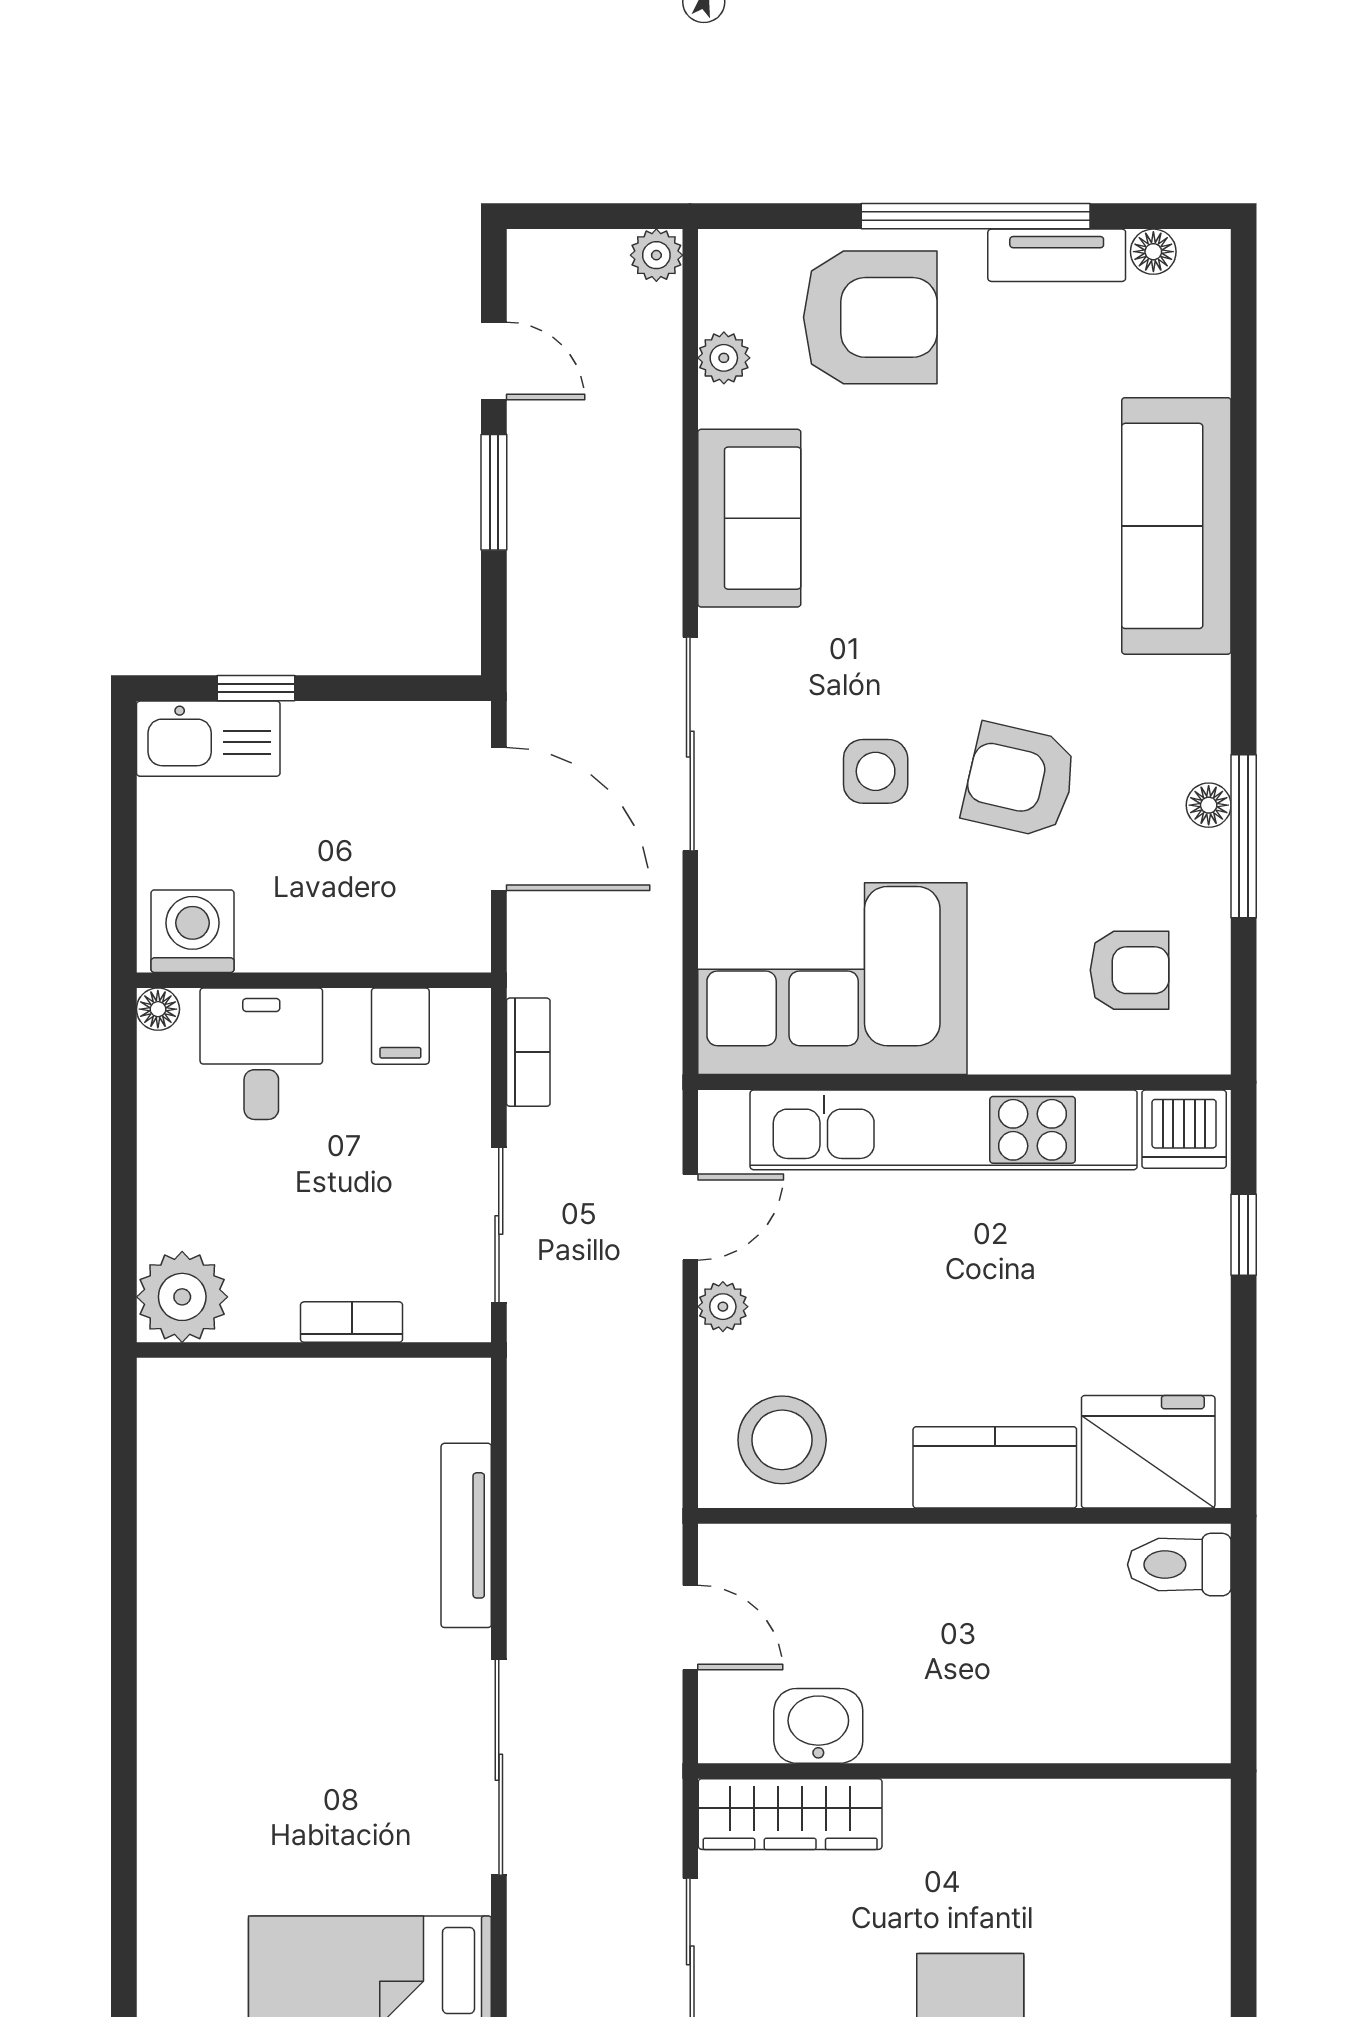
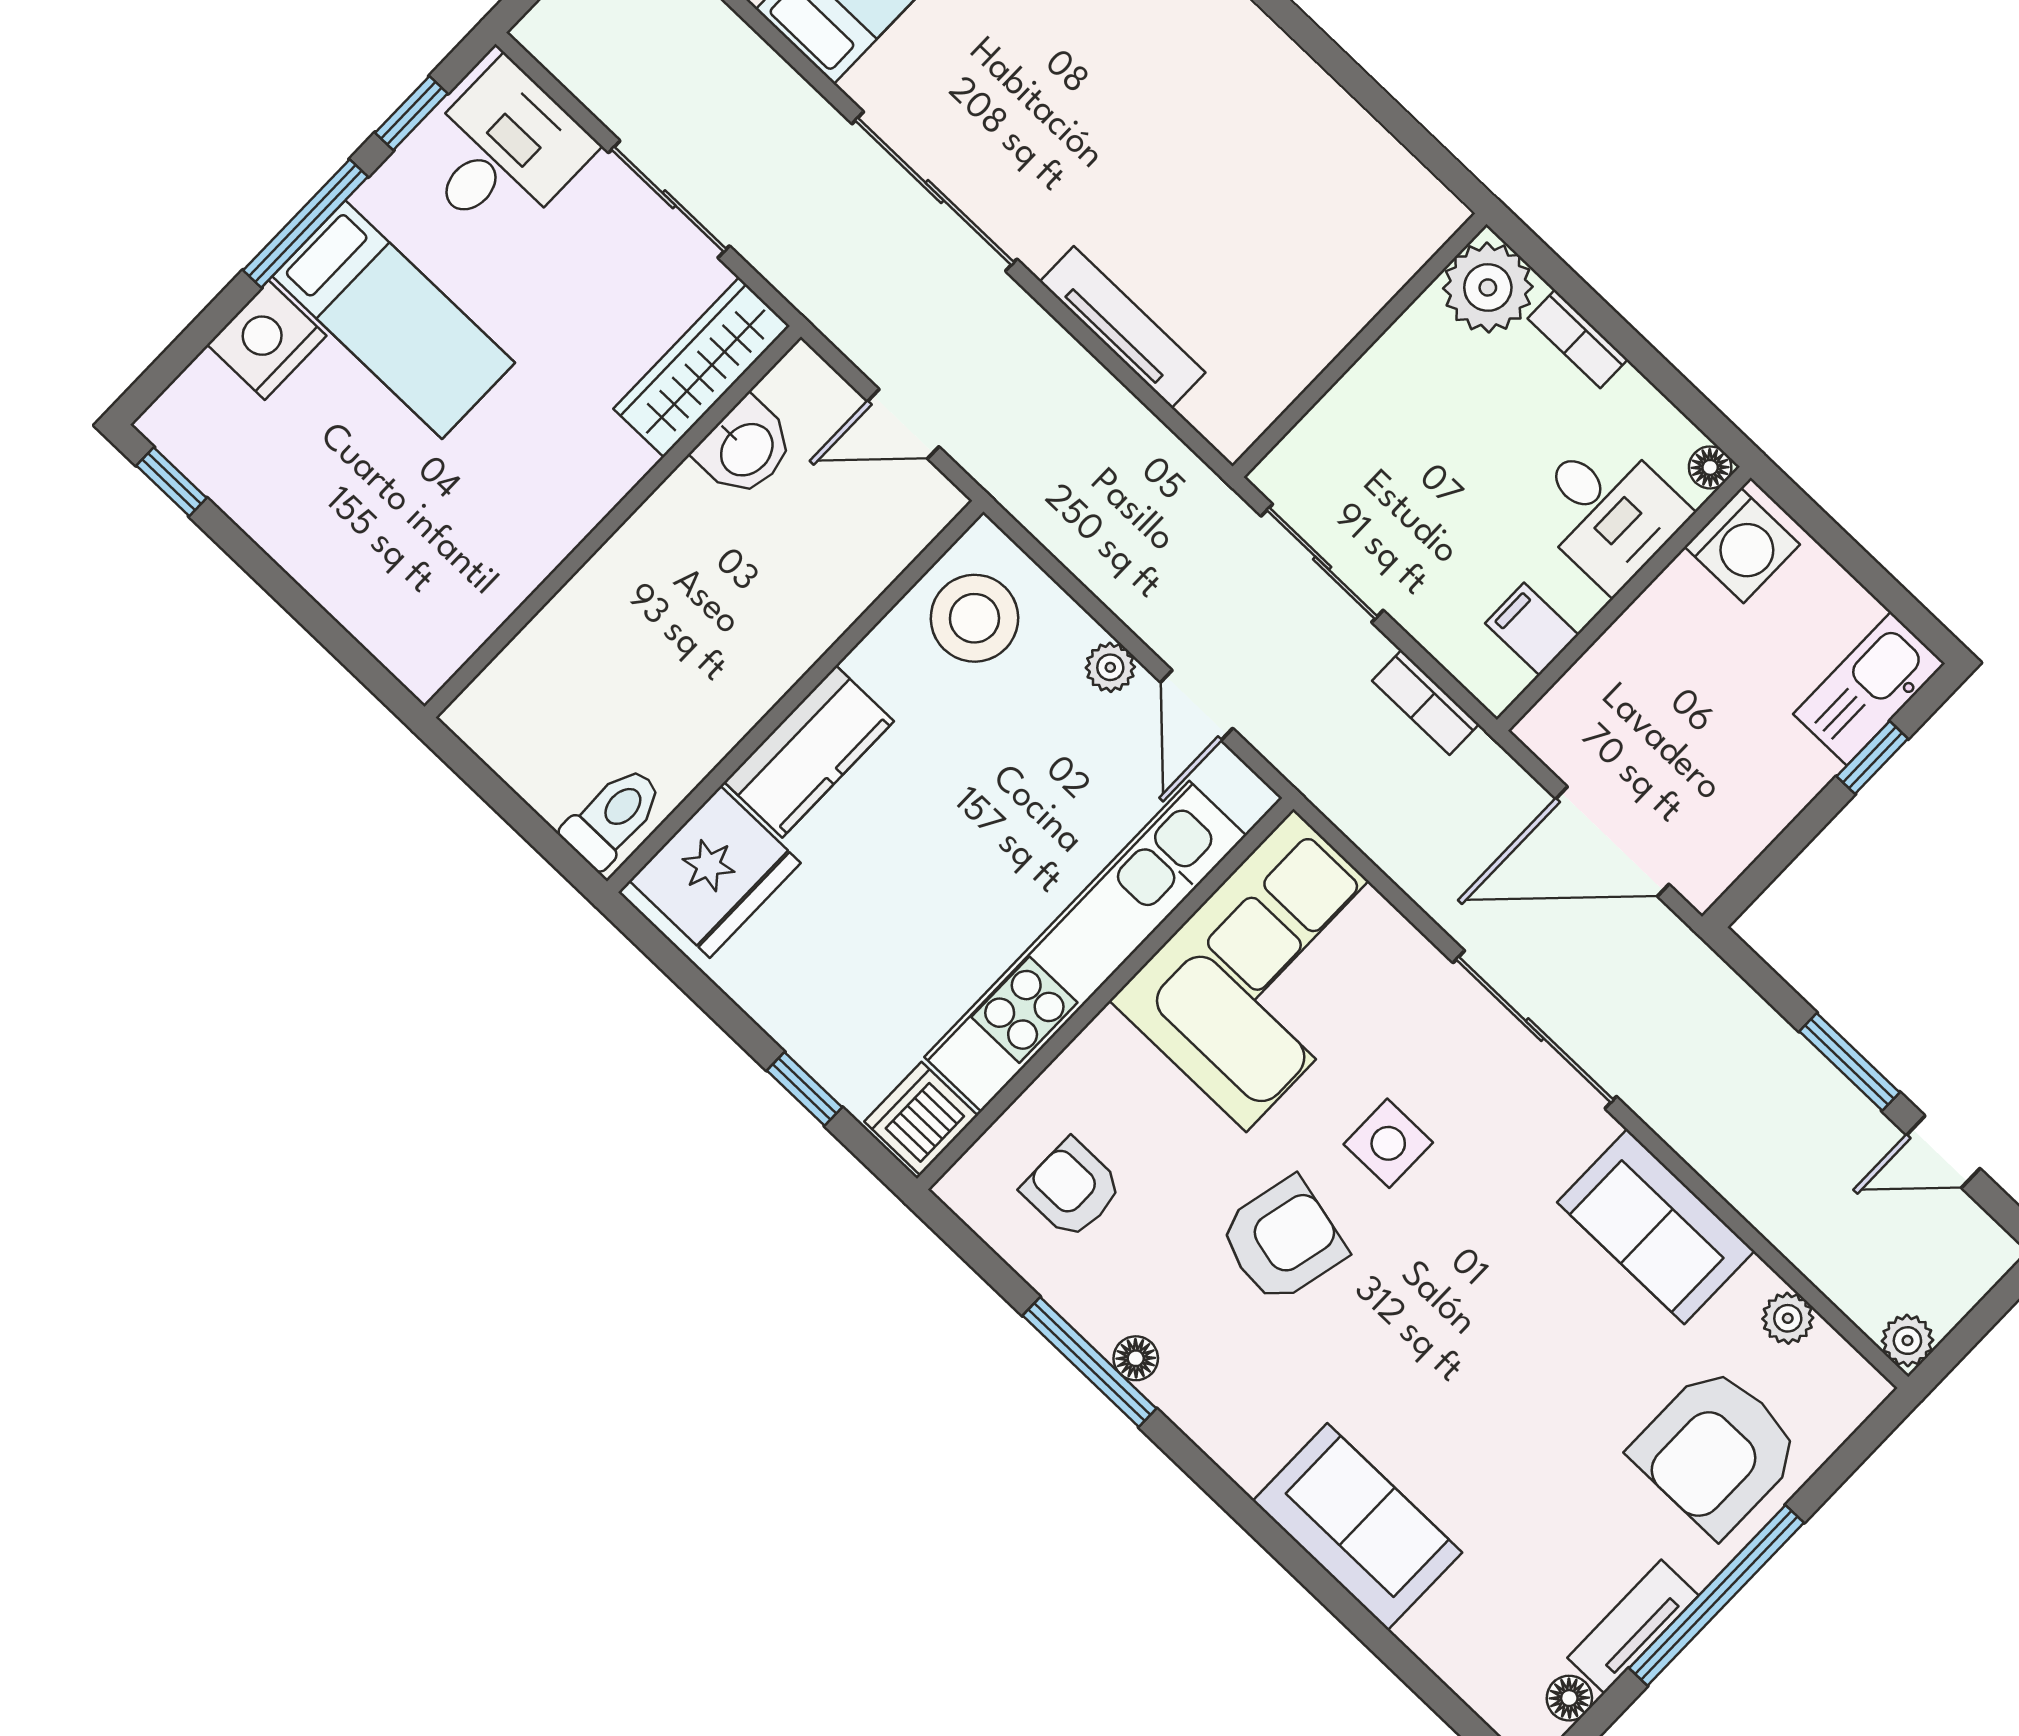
sofa: (1176, 526) -> (1357, 1527), width x0.73
armchair: (1130, 970) -> (1072, 1189), turned 90
bookcase: (352, 1322) -> (1578, 339), moved, turned 90

